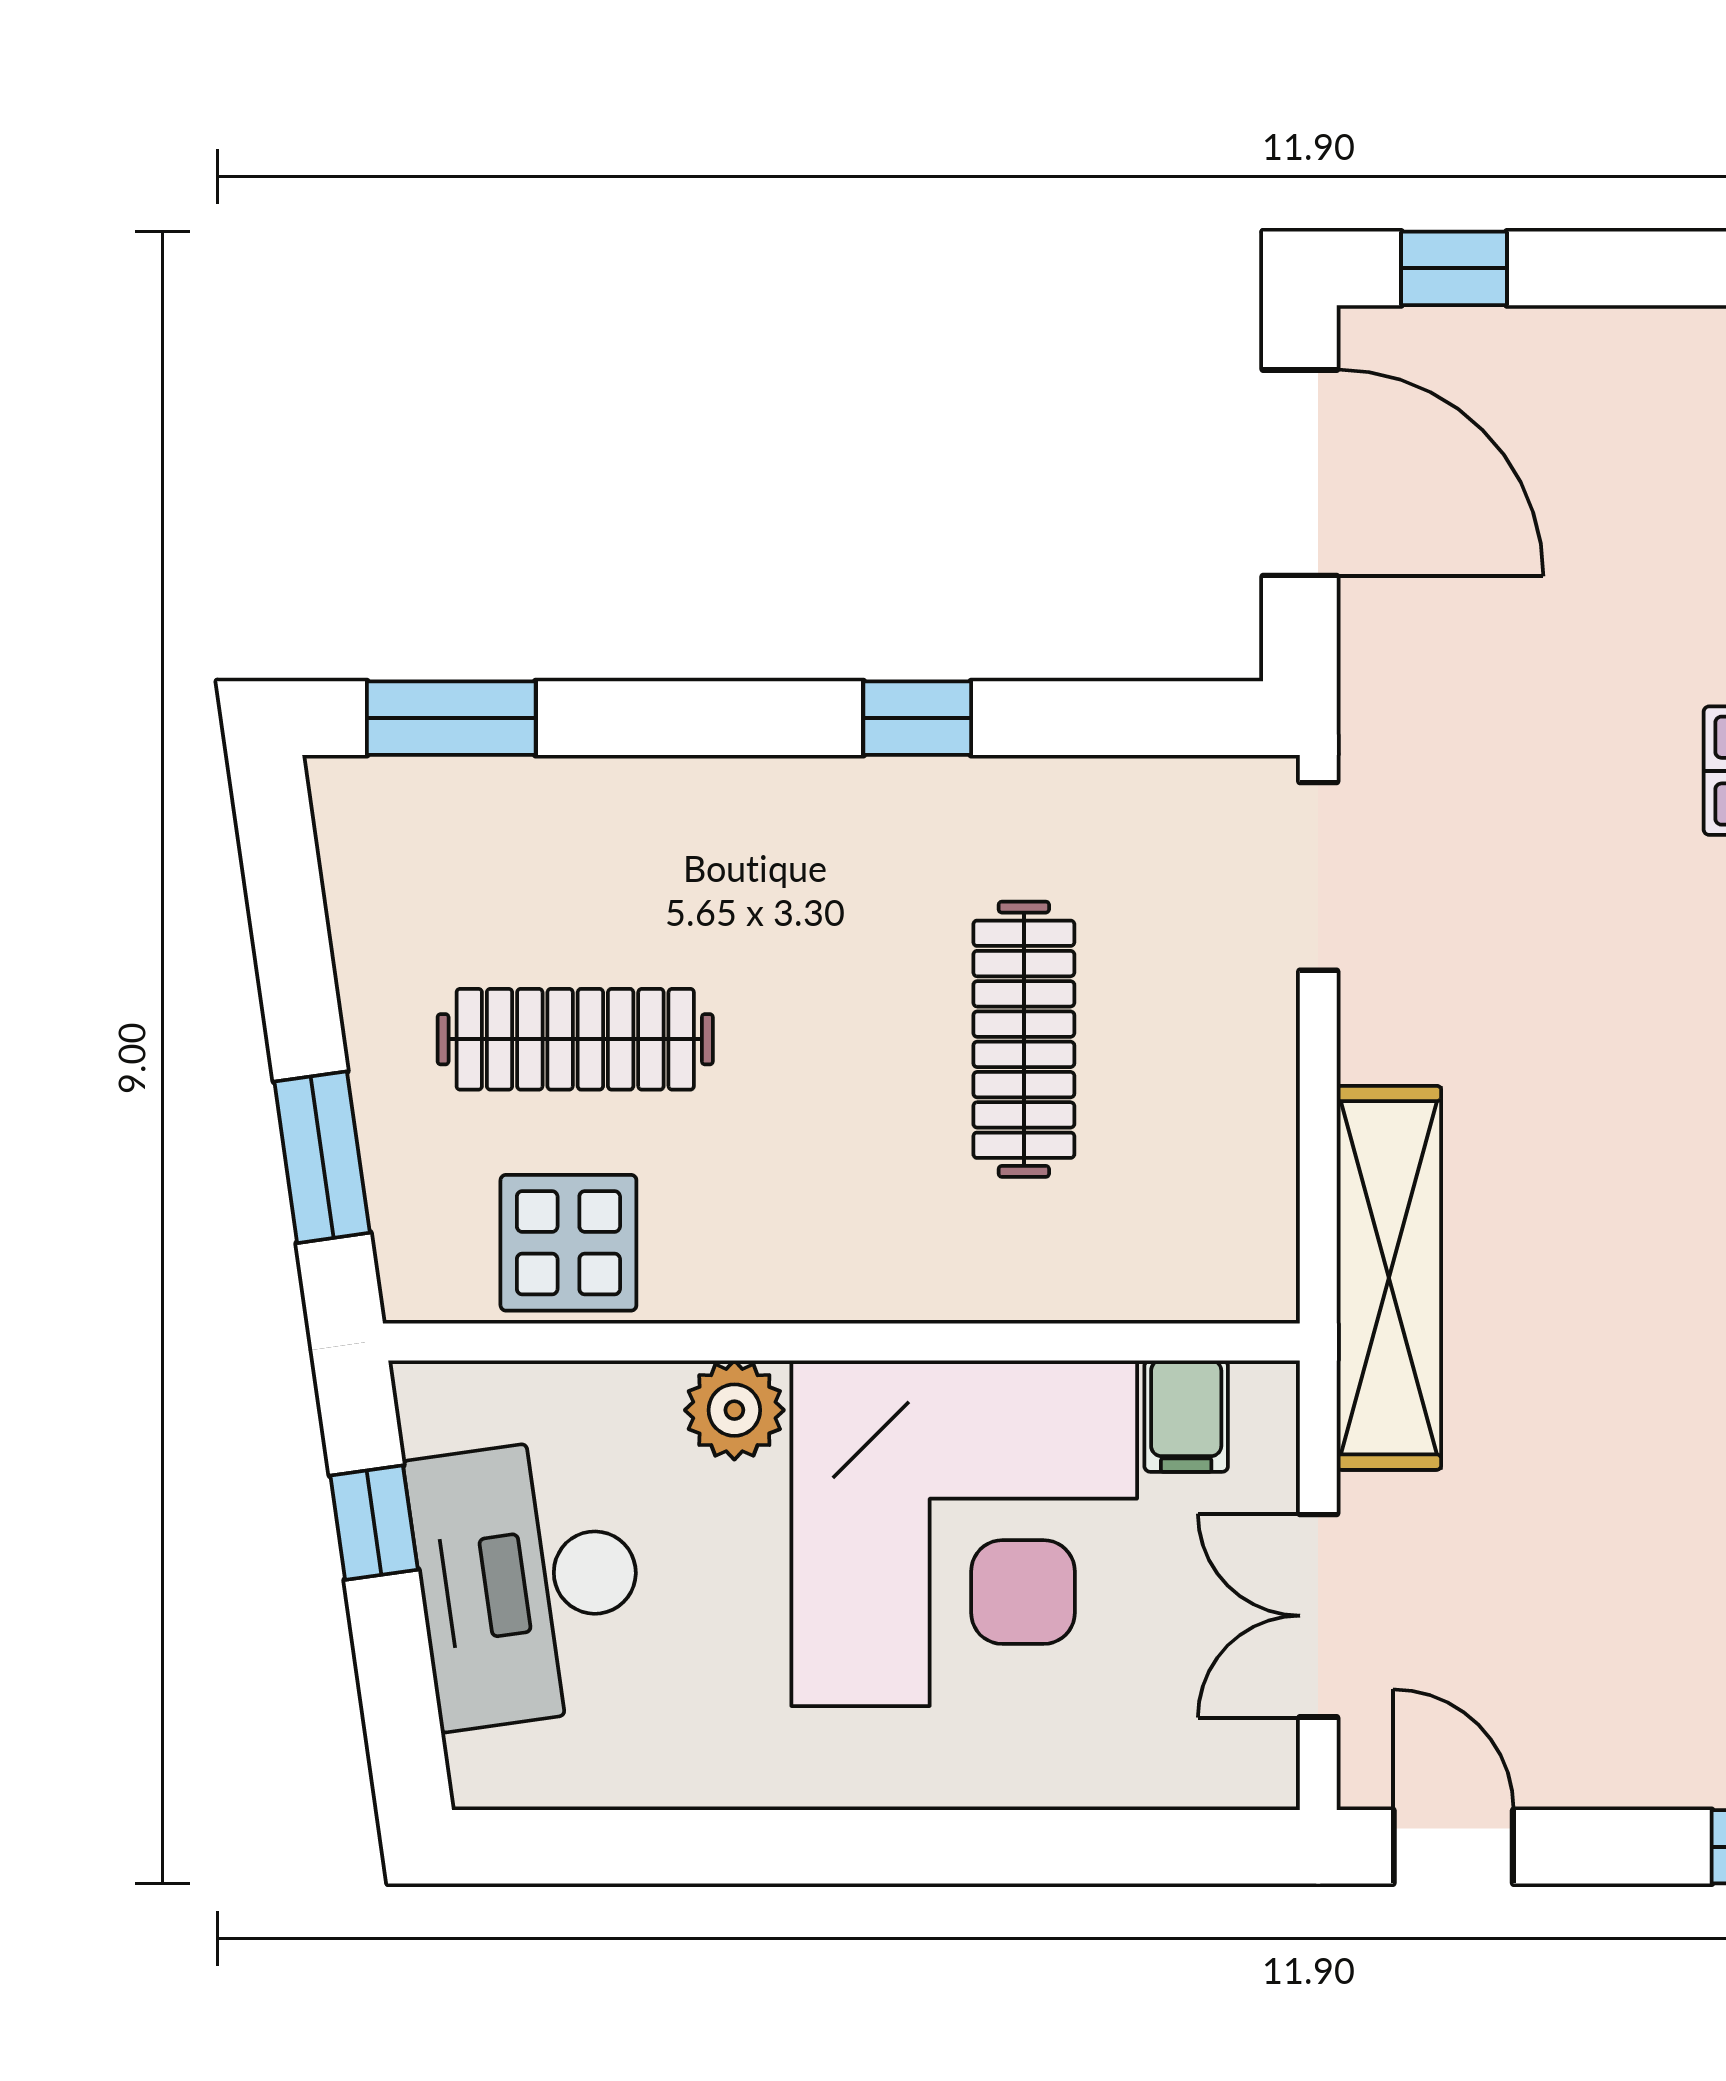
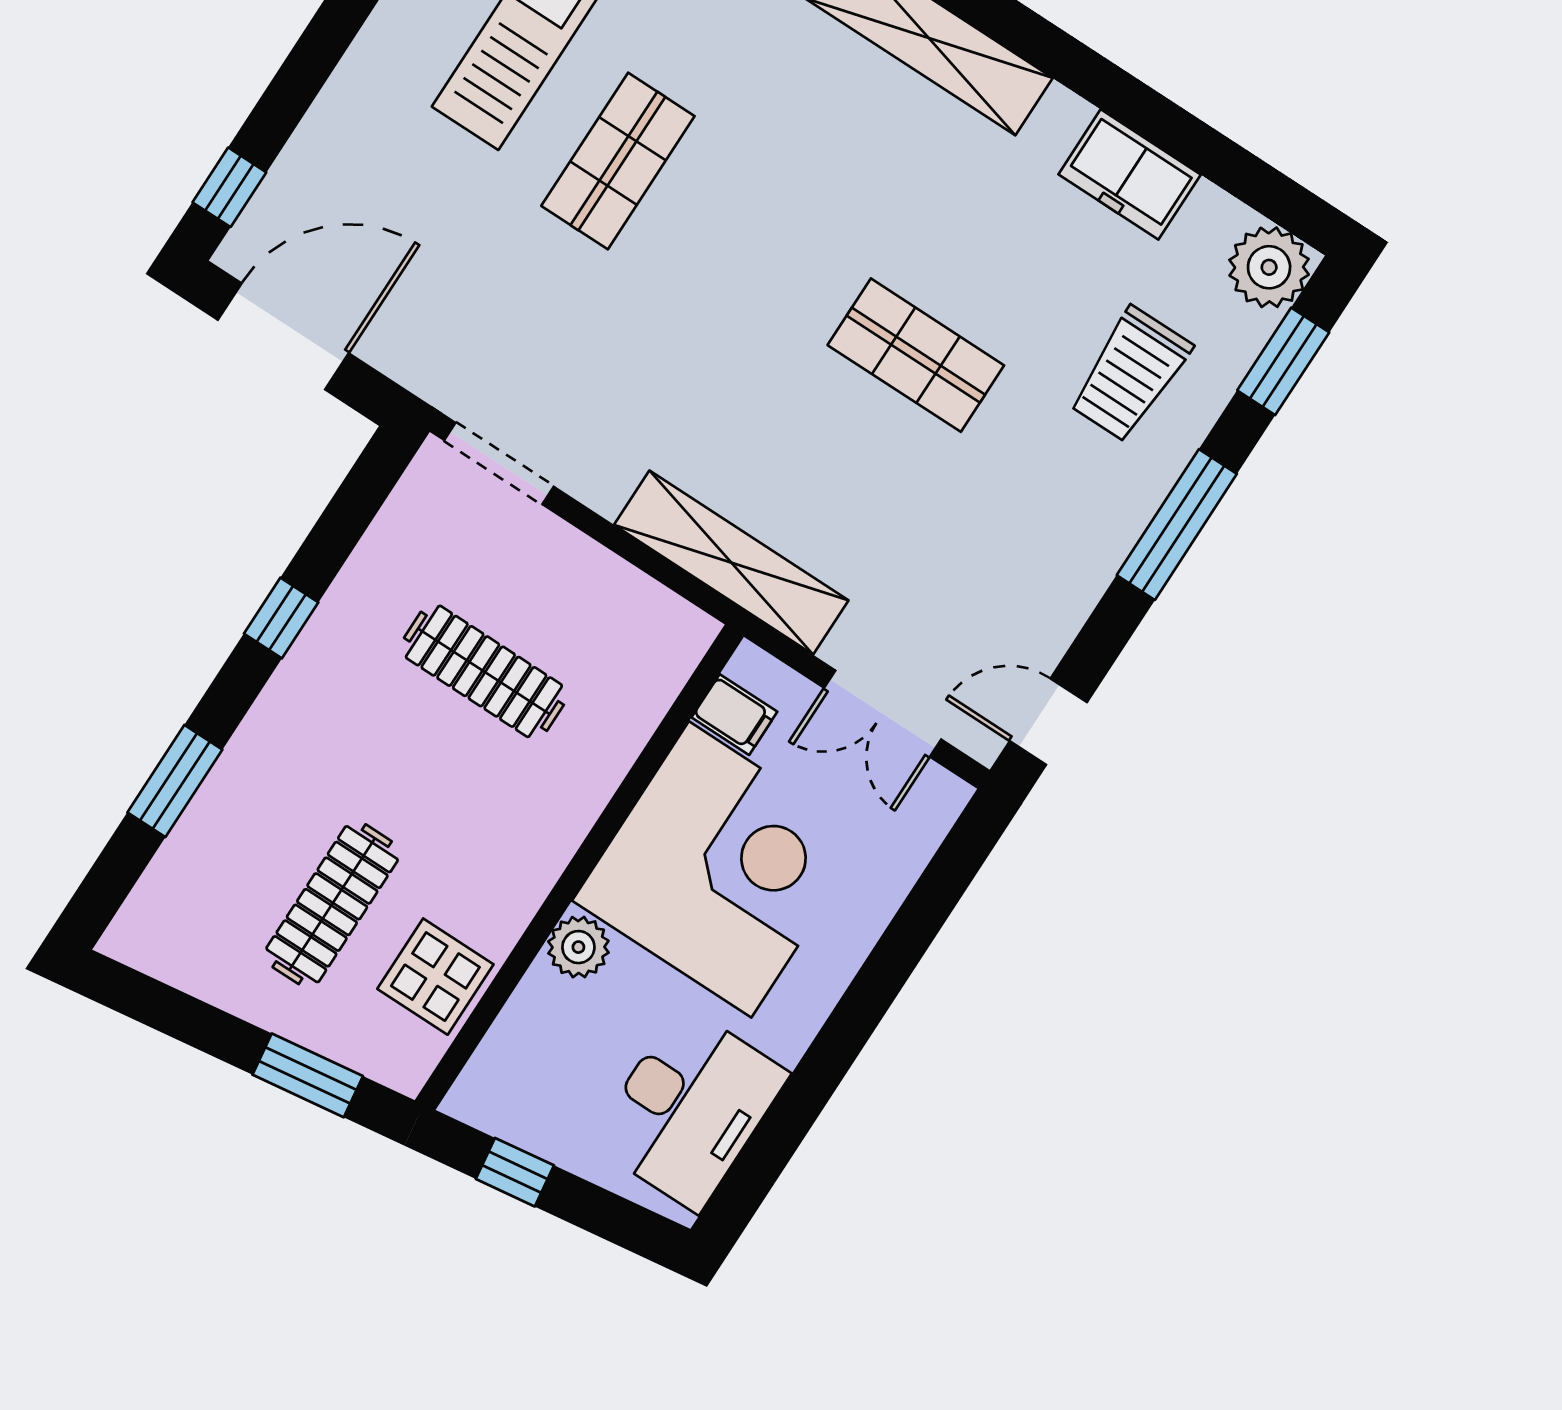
window: (451, 718) -> (175, 781), moved
desk: (529, 1582) -> (689, 1108), moved, turned -82

